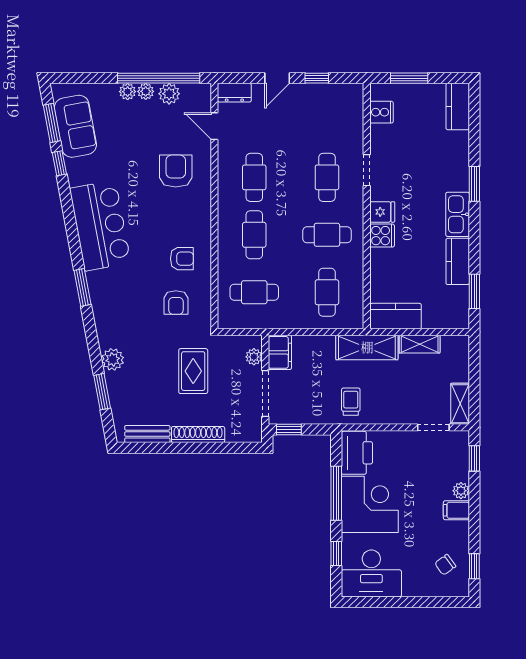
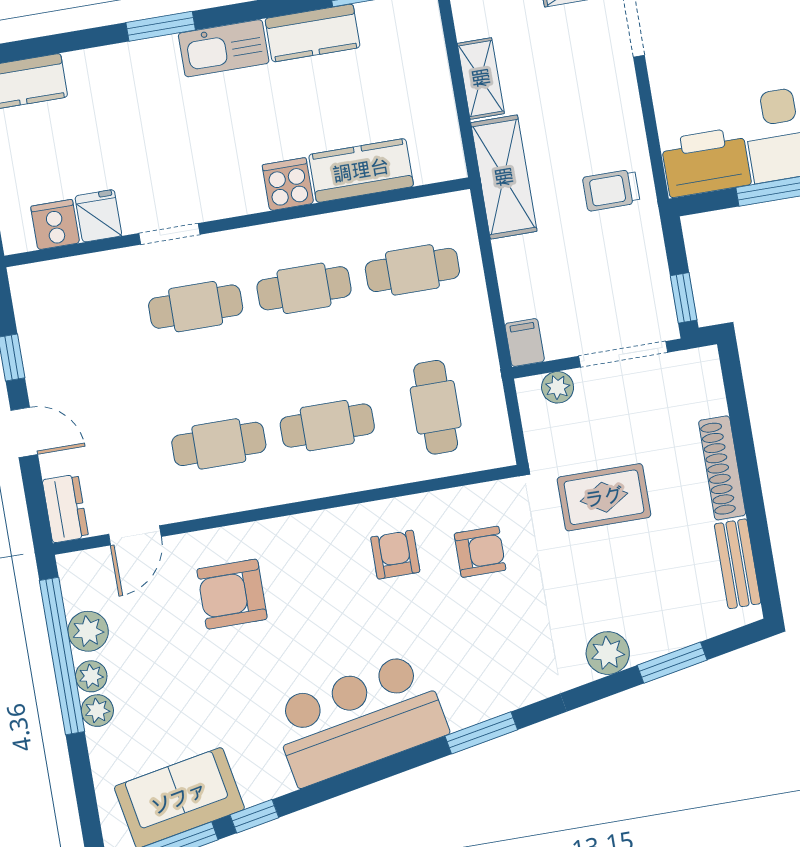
fridge: (382, 212) -> (98, 216), moved
cafe table: (327, 235) -> (304, 288), turned 90
kitchen counter: (395, 316) -> (361, 170), moved, turned 90
filing cabinet: (280, 352) -> (525, 343), width x0.50

